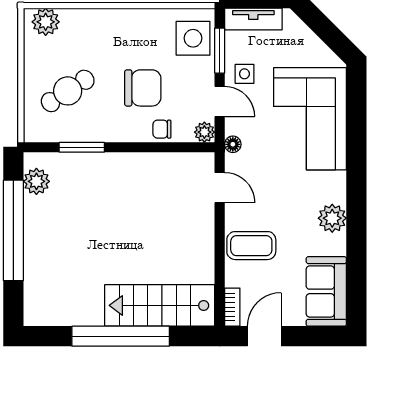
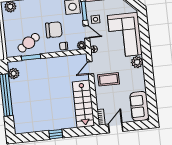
cafe table: (68, 91) -> (29, 43), moved
door: (220, 188) -> (90, 68), swing flipped
plant: (332, 218) -> (137, 62), moved
coffee table: (251, 246) -> (109, 79), moved
stairs: (160, 305) -> (83, 104), moved, turned -90
window: (121, 336) -> (56, 134), width x0.32

